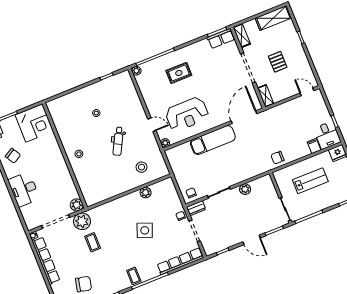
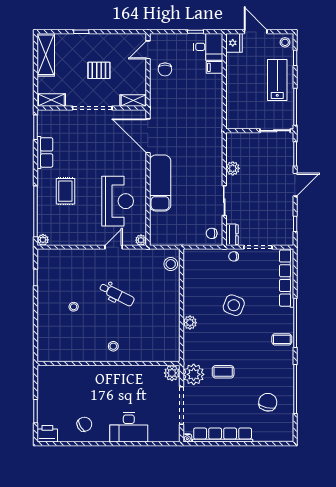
row of seats: (221, 38) -> (45, 152), moved
corner desk: (34, 123) -> (56, 384), removed
chair: (278, 158) -> (165, 69), moved
stool: (141, 167) -> (171, 264), moved
lab bench: (310, 181) -> (277, 80), moved
plant: (146, 193) -> (190, 323), moved

